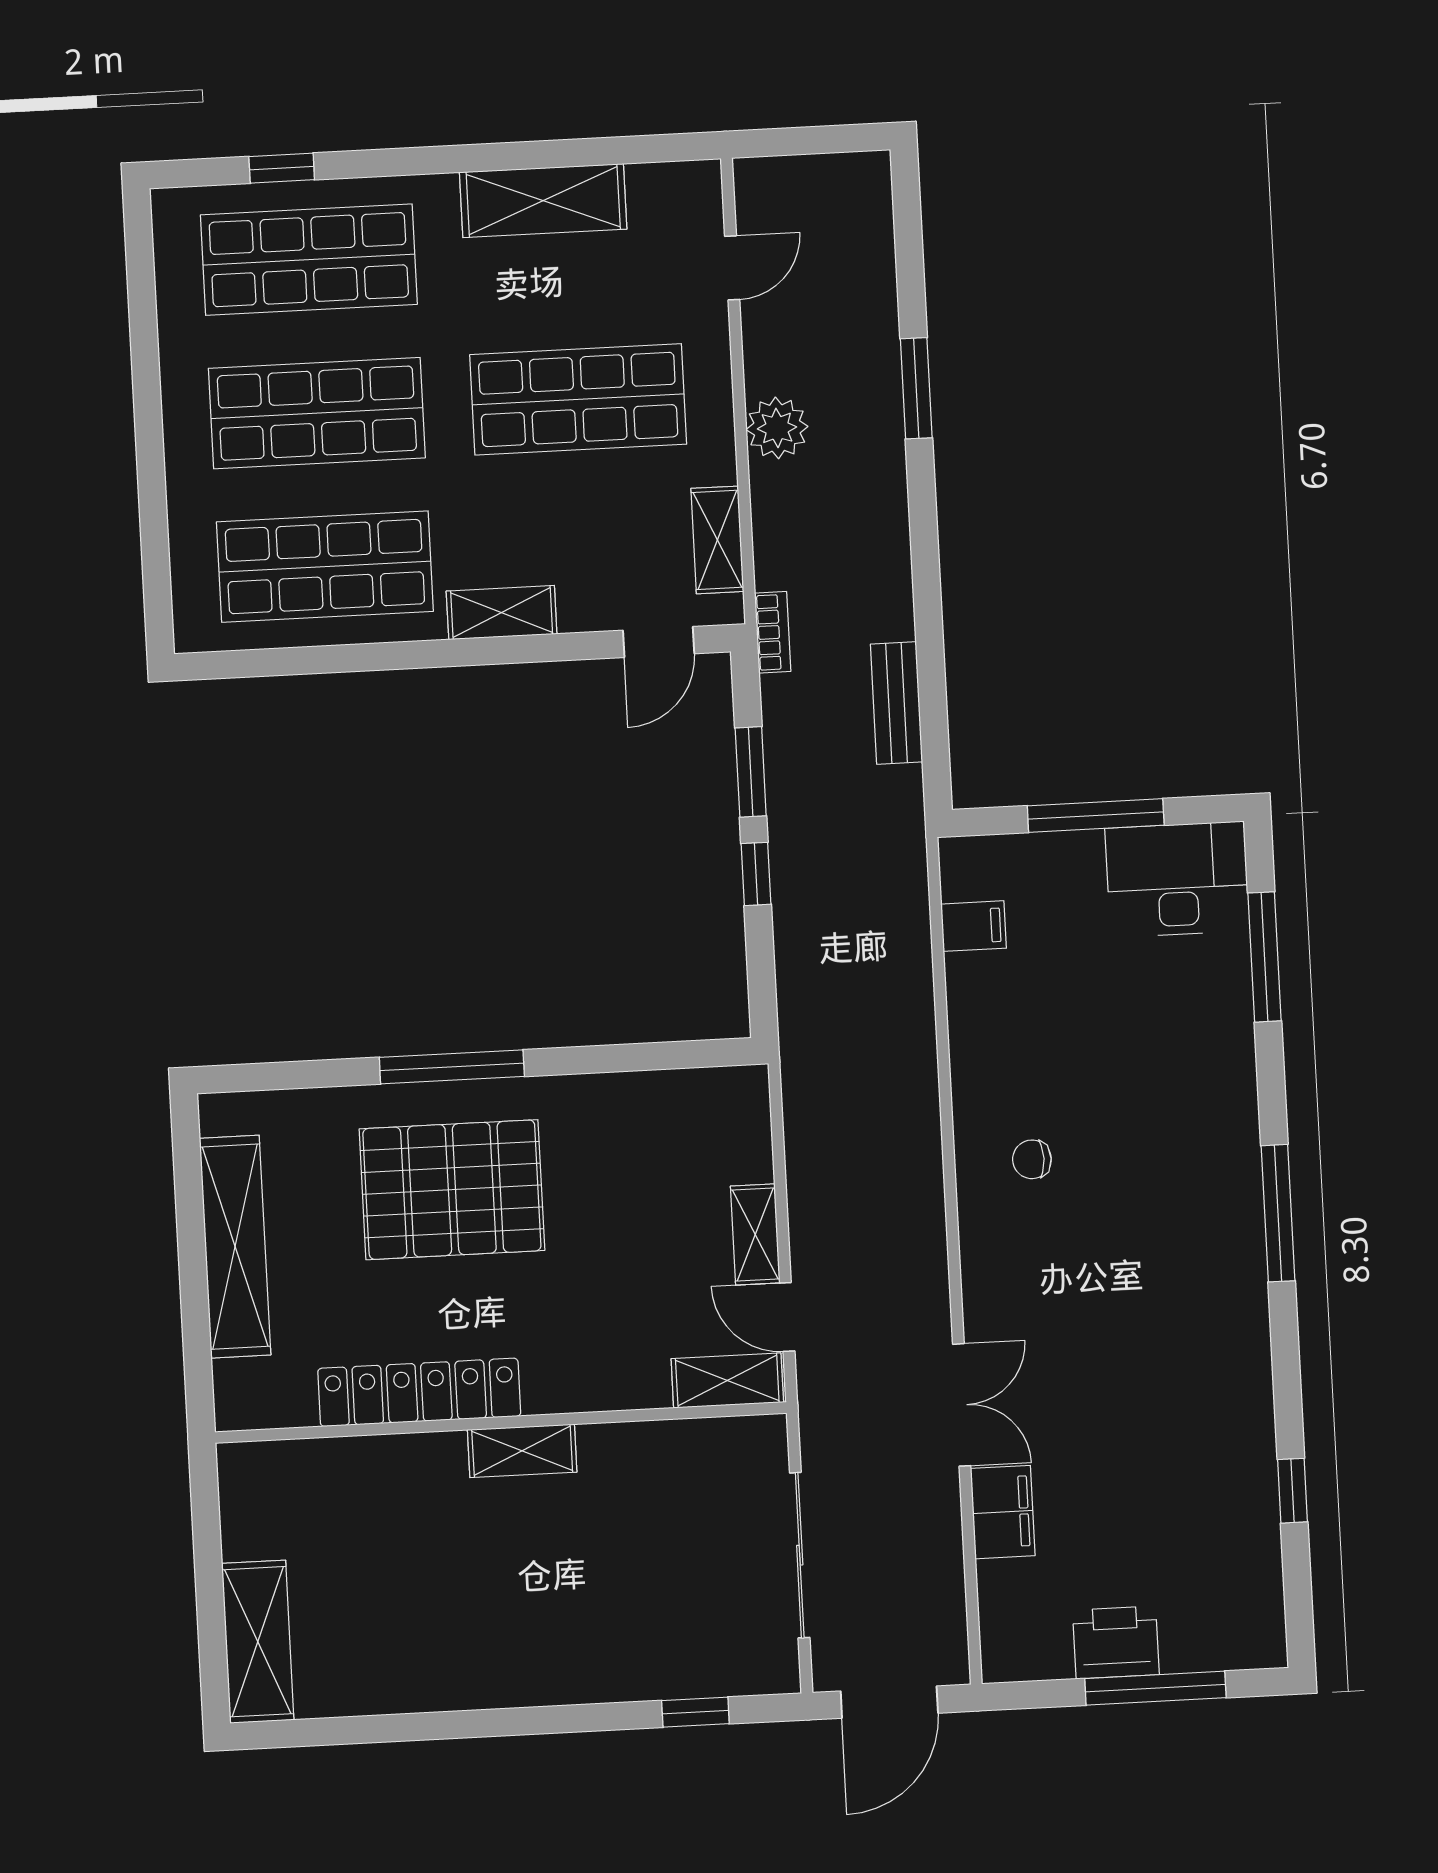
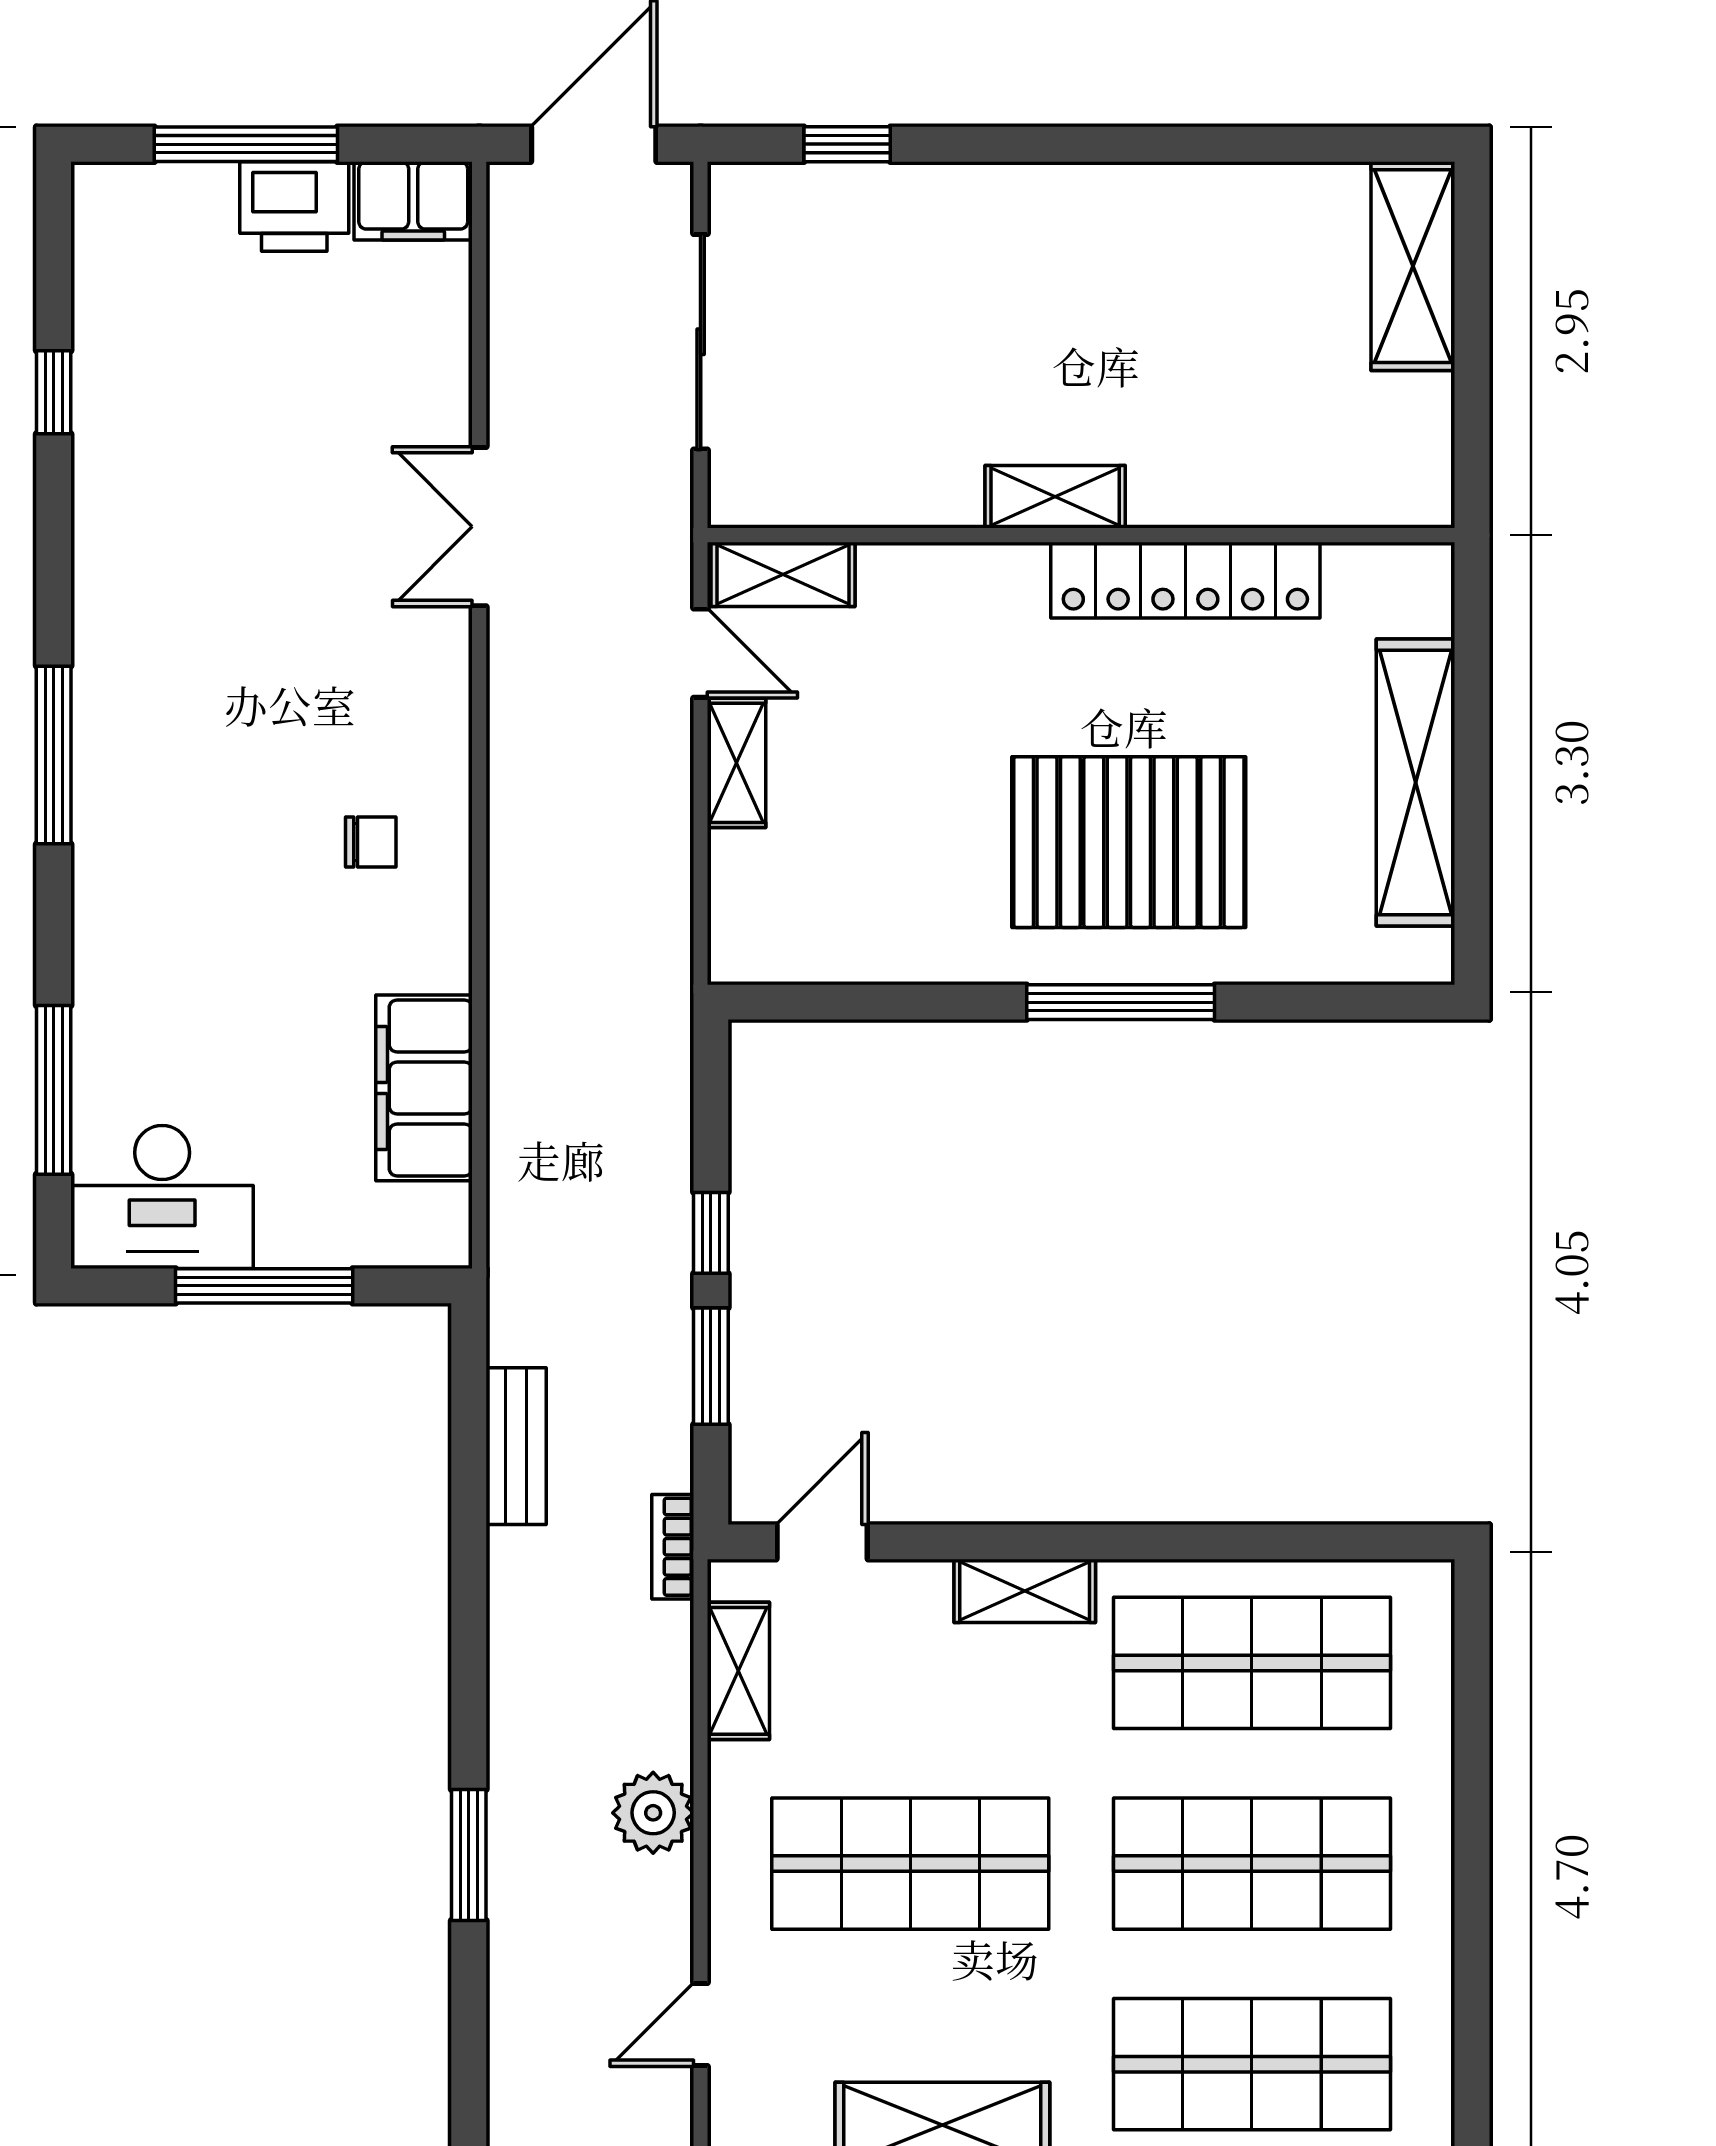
filing cabinet: (974, 926) -> (424, 1088), width x3.00, depth x1.17
filing cabinet: (1003, 1512) -> (413, 201), moved, turned -90

